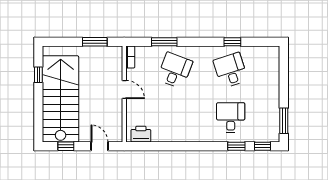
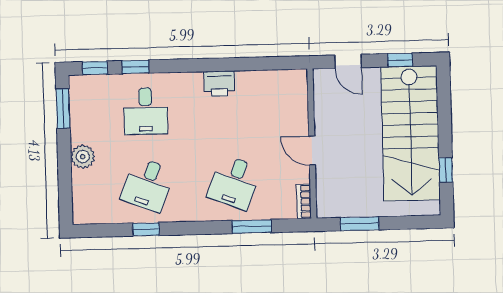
desk: (231, 70) -> (147, 185), turned 39
plant: (272, 89) -> (83, 157), added
printer: (141, 134) -> (219, 84), moved

